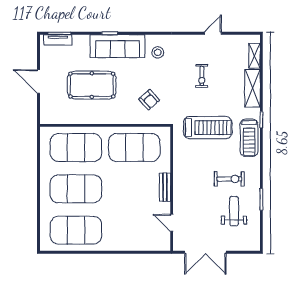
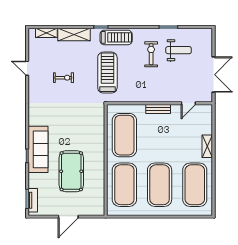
stool: (158, 52) -> (43, 115), removed
armchair: (149, 100) -> (84, 122), removed
weight bench: (234, 211) -> (179, 50), turned 180
shelving: (121, 245) -> (207, 146), added

